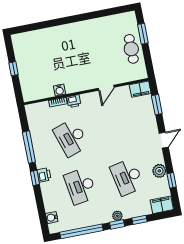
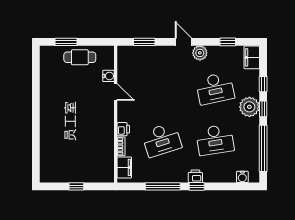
filing cabinet: (140, 89) -> (124, 167), moved
water cooler: (59, 90) -> (109, 76), moved
plant: (159, 171) -> (200, 53), moved
plant: (117, 216) -> (249, 107), width x1.88, depth x1.88

